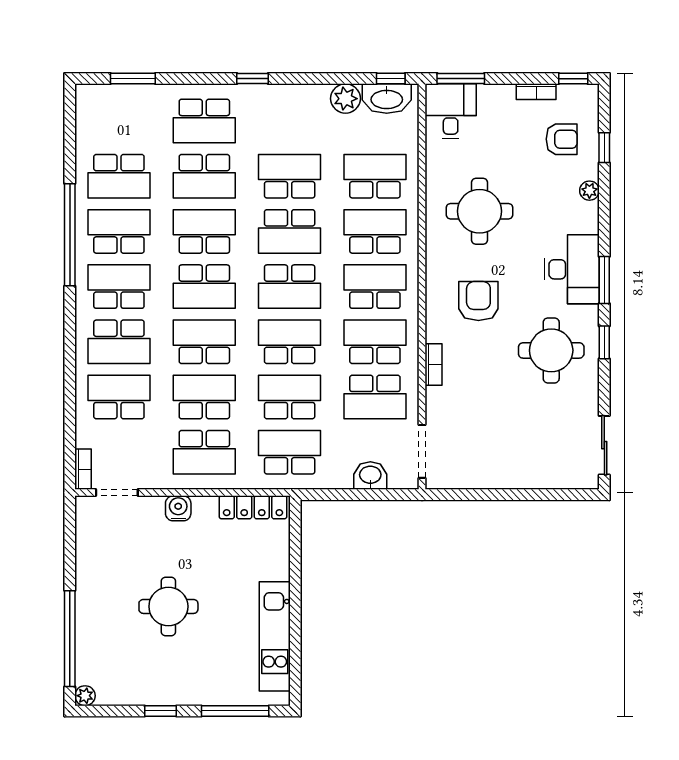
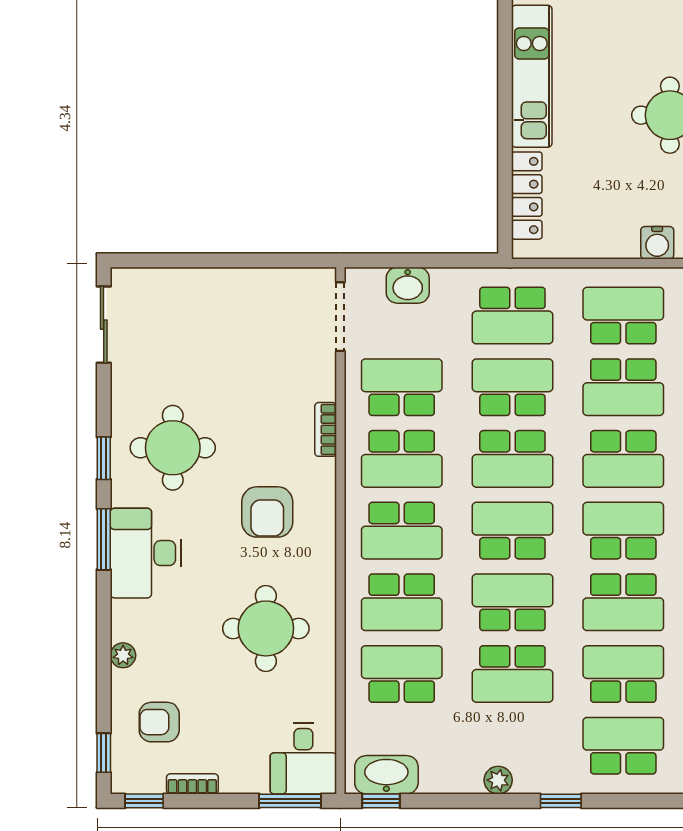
plant: (345, 99) -> (498, 780), moved, width x0.73, depth x0.73
window: (604, 148) -> (104, 753), moved
school desk: (375, 176) -> (402, 674), turned 180
school desk: (290, 397) -> (512, 387), turned 180
locker: (253, 507) -> (527, 196), moved, turned 90

